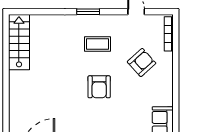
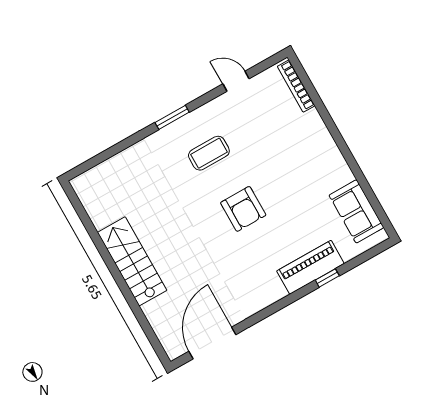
stairs: (19, 42) -> (132, 261), moved
armchair: (142, 63) -> (281, 145), removed

